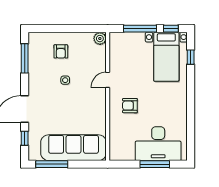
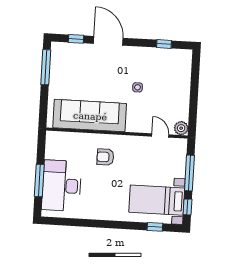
armchair: (61, 51) -> (169, 84), removed
window: (25, 58) -> (164, 44), width x0.46
door: (108, 80) -> (160, 135), moved
armchair: (130, 106) -> (105, 157), turned -90
sofa: (74, 148) -> (90, 116), moved, turned -90

